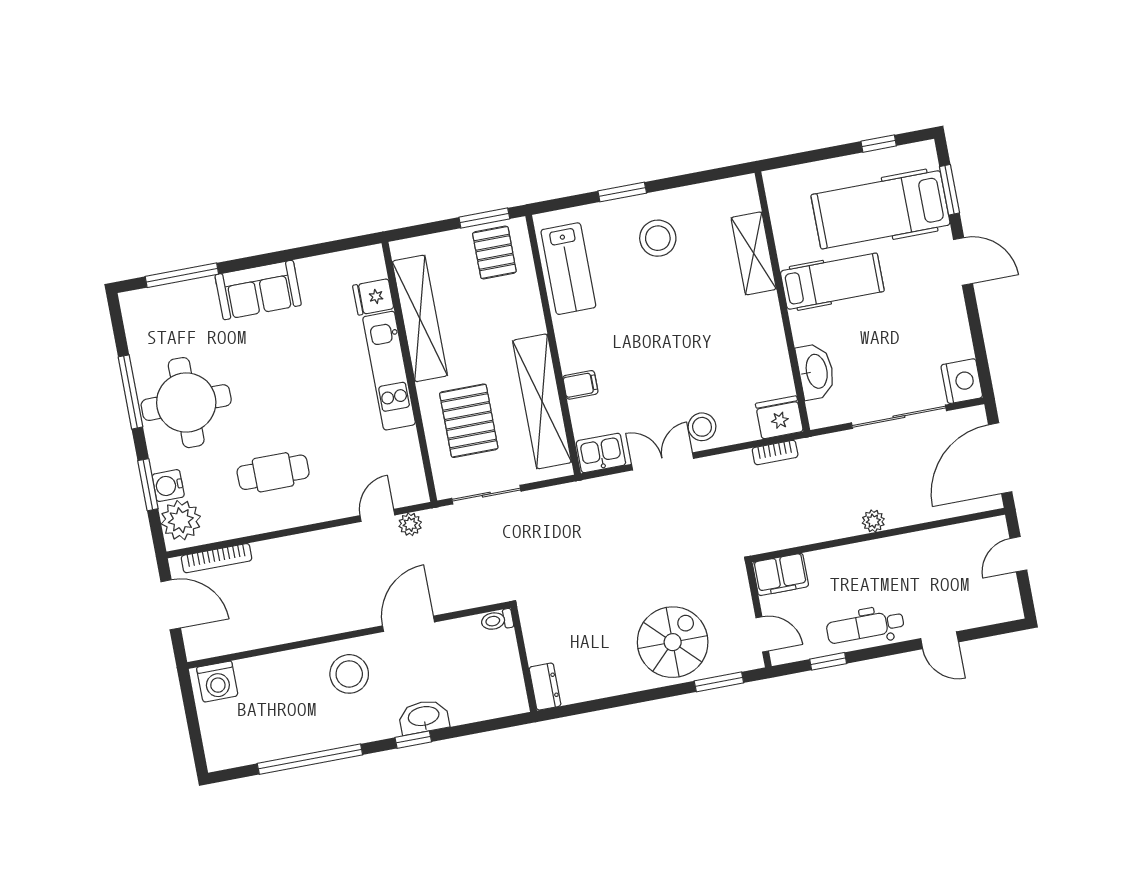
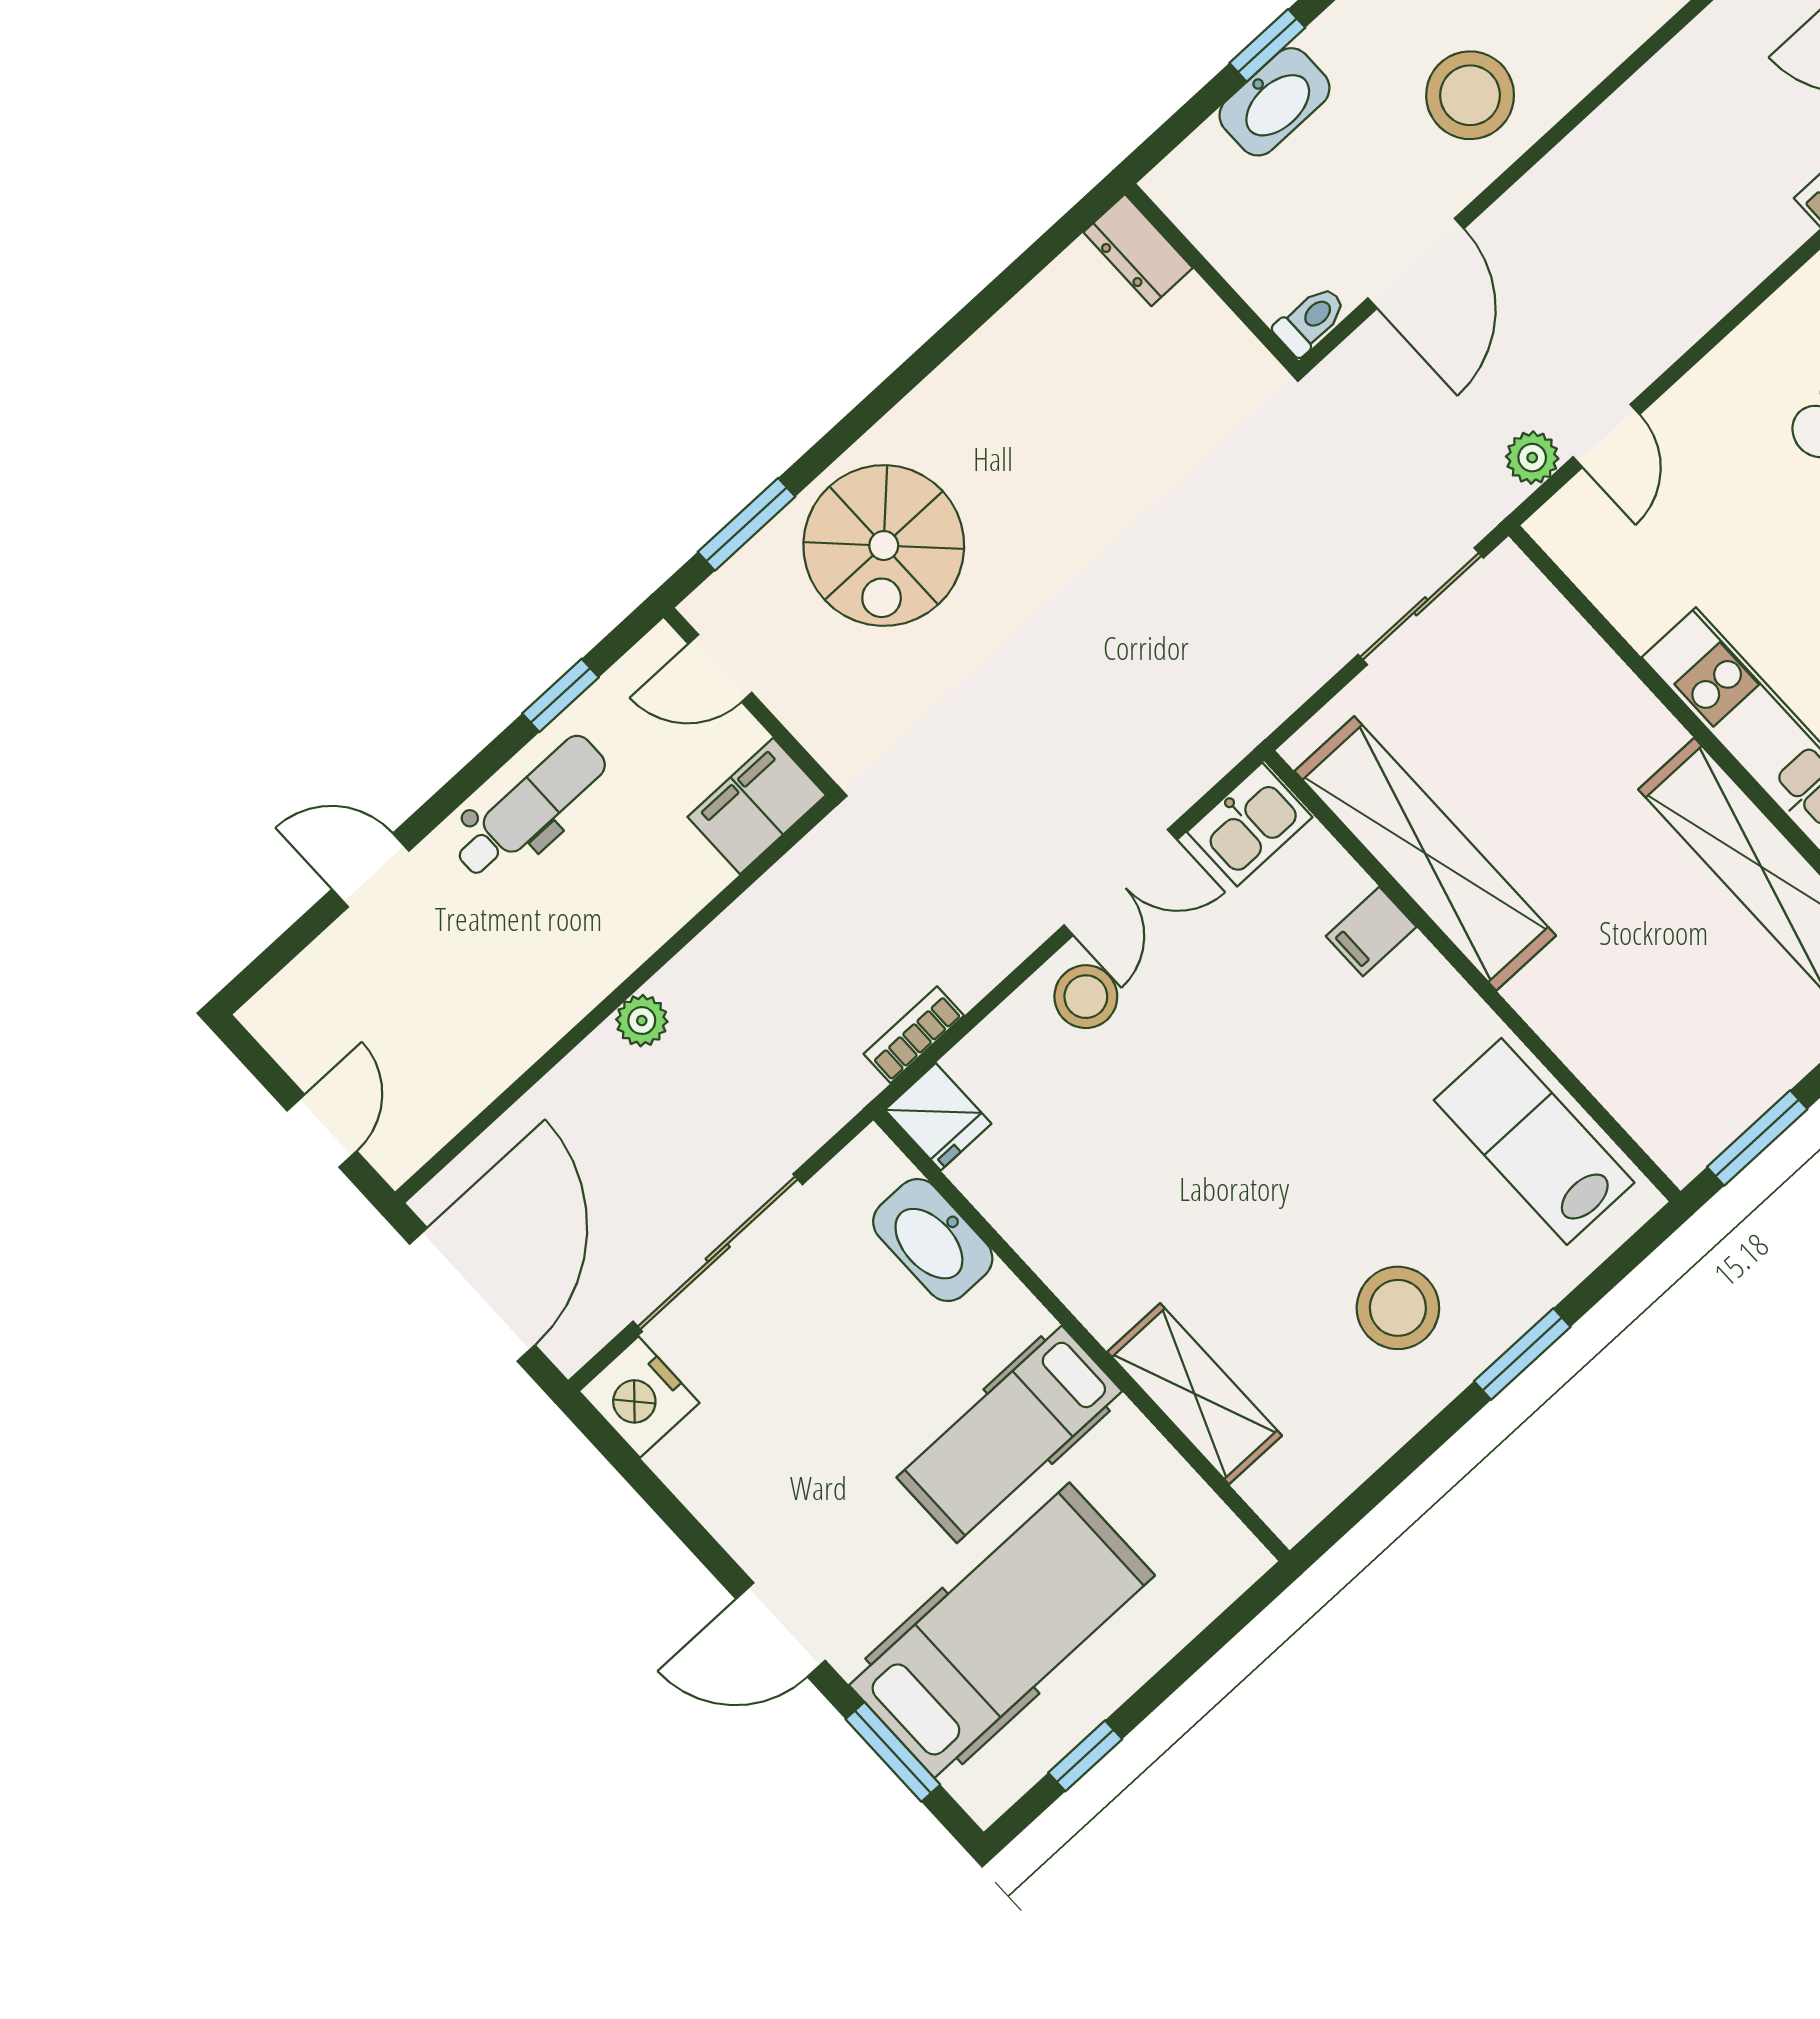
pallet: (494, 252) -> (1696, 1084), removed
fridge: (779, 417) -> (938, 1117), width x0.72
pallet: (469, 421) -> (1543, 728), removed
toilet: (497, 620) -> (1310, 320), moved
wall: (524, 659) -> (1212, 277), moved
dresser: (545, 687) -> (1138, 250), moved

